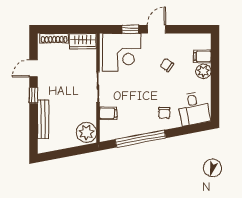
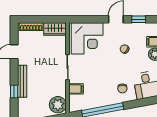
window: (130, 29) -> (139, 19), moved
window: (34, 95) -> (14, 91), moved
bench: (43, 119) -> (22, 81), moved

